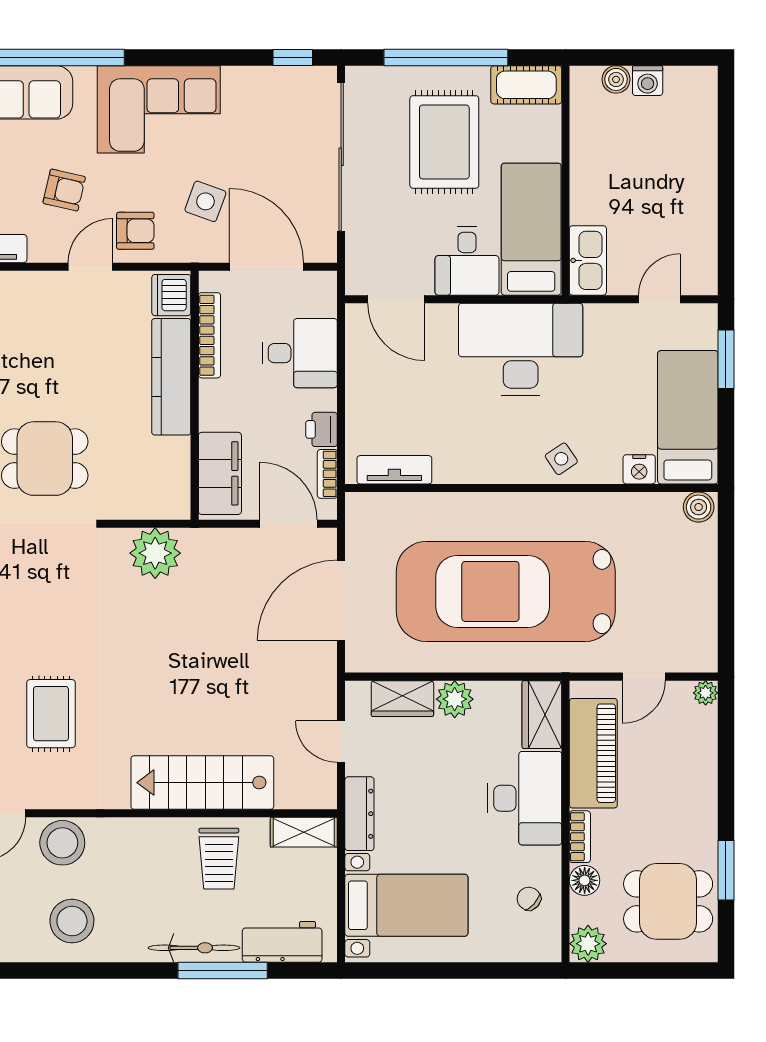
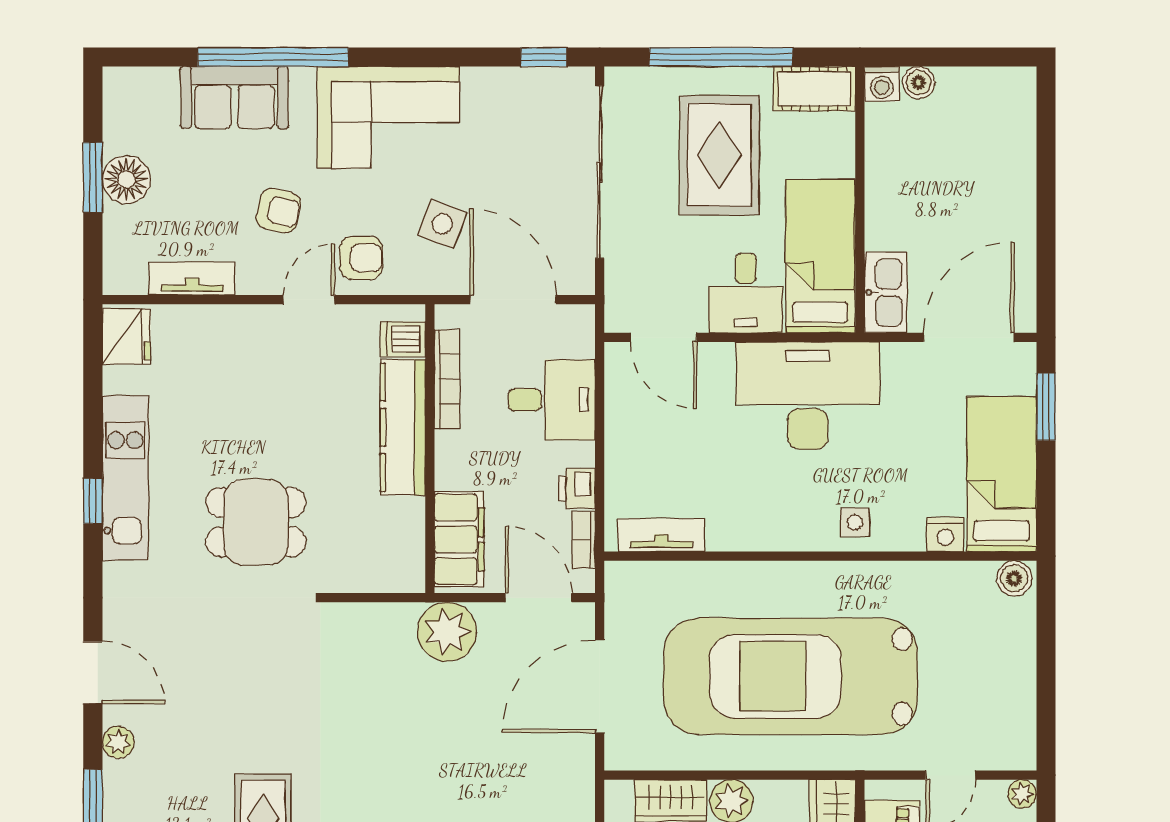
washing machine: (648, 81) -> (882, 84), moved
dishwasher: (171, 295) -> (403, 339), width x0.73
door: (659, 299) -> (969, 337), width x1.88
side table: (561, 459) -> (855, 522), turned 34
plant: (155, 553) -> (447, 632), moved

